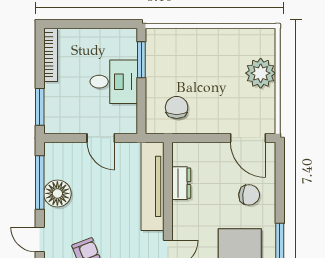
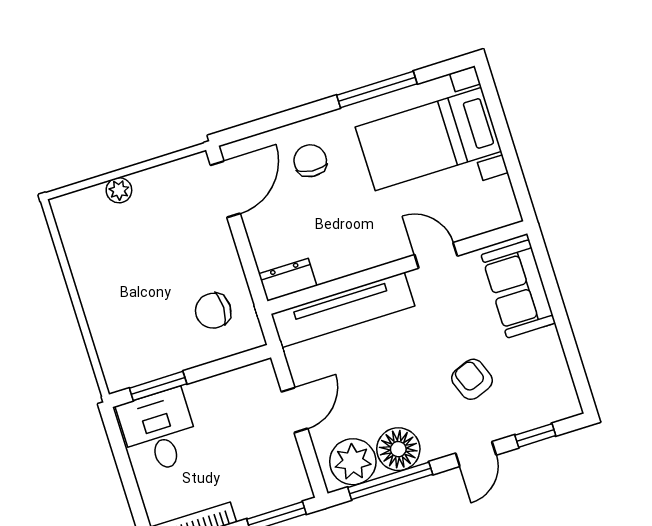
plant: (261, 73) -> (119, 190), width x0.53, depth x0.53
desk: (114, 82) -> (159, 431), moved
plant: (58, 164) -> (353, 462), added
dresser: (181, 183) -> (288, 280), moved

